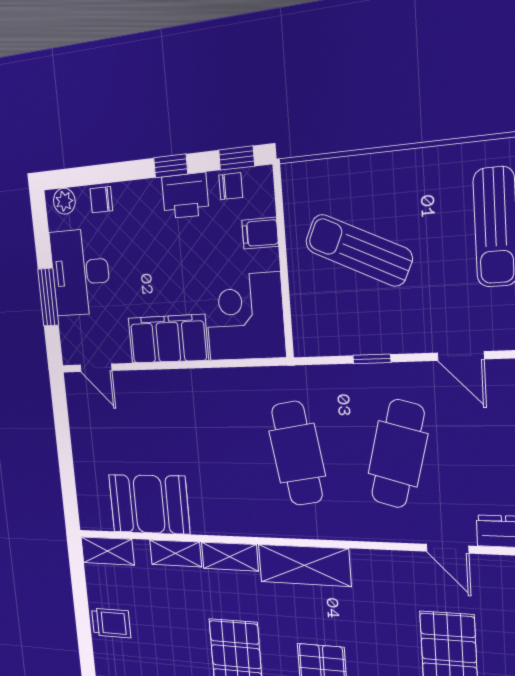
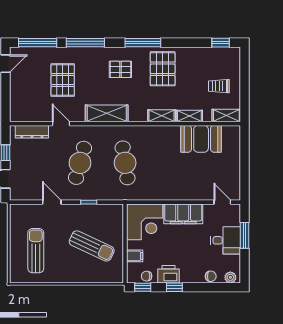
desk: (80, 272) -> (226, 240), width x0.73
shelving: (304, 565) -> (107, 113), moved
trolley: (111, 623) -> (219, 86), moved

